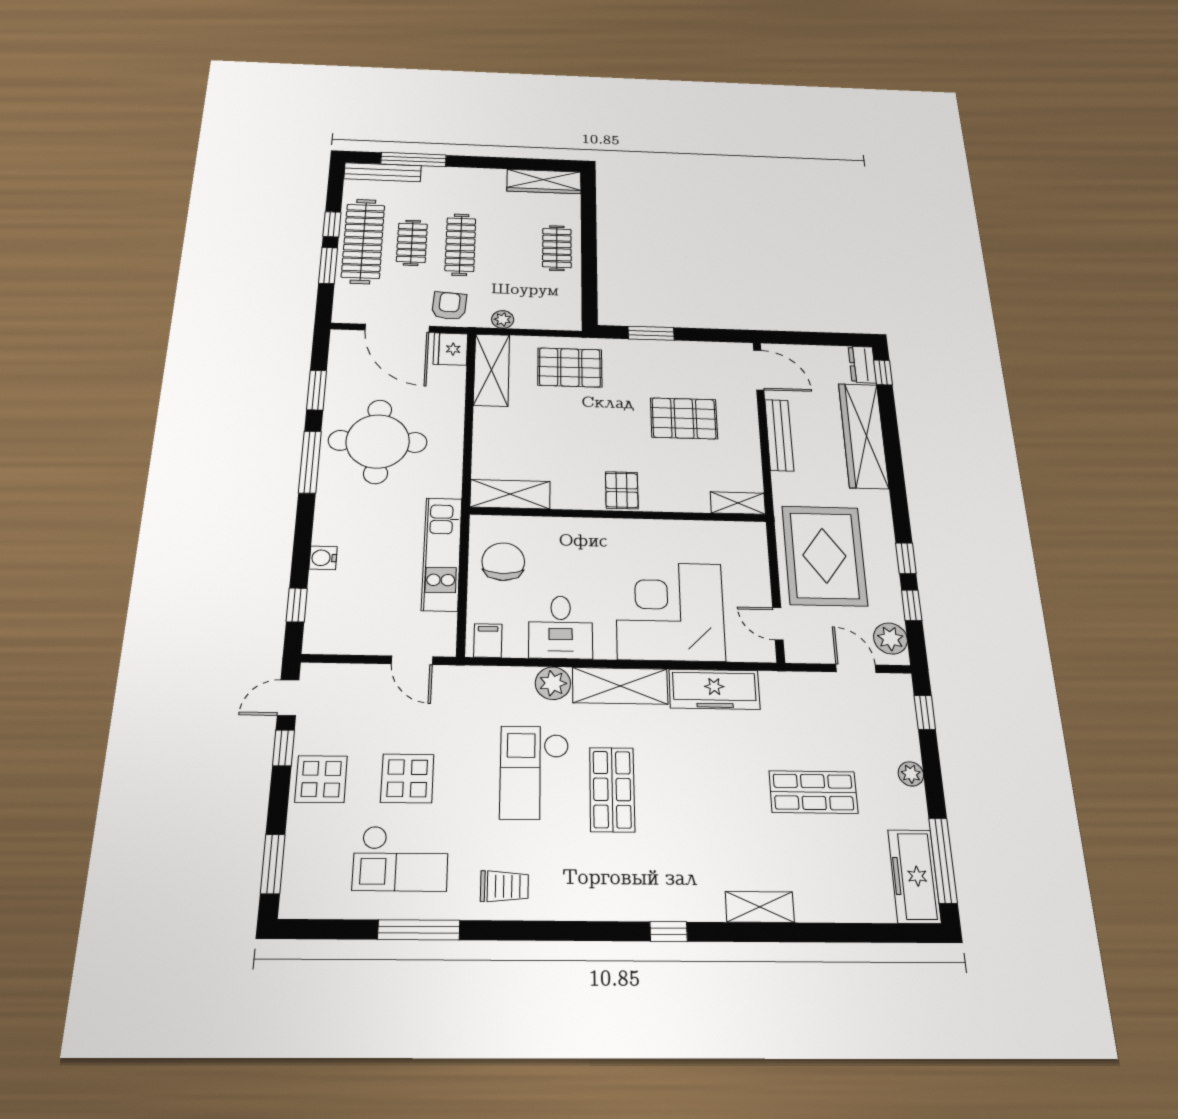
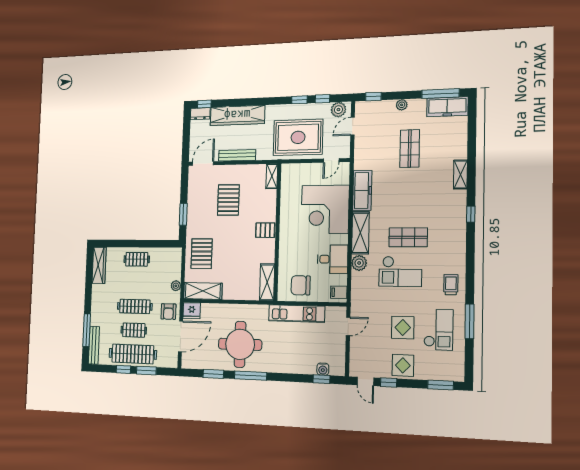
armchair: (449, 306) -> (168, 312), turned -94
water cooler: (323, 558) -> (323, 369), moved

